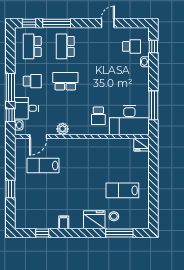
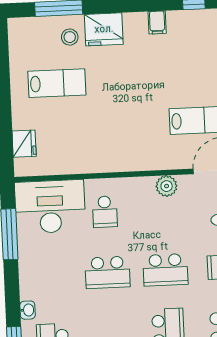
school desk: (98, 81) -> (108, 272), added
school desk: (98, 116) -> (105, 212), turned 180
fridge: (141, 145) -> (24, 144), moved, turned 90

